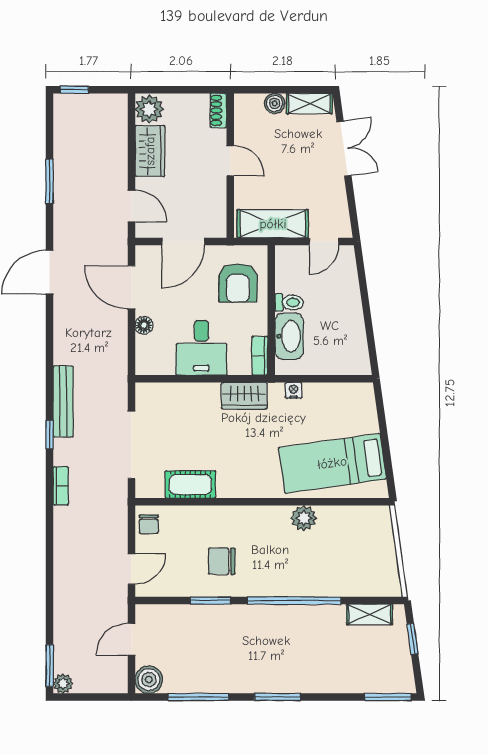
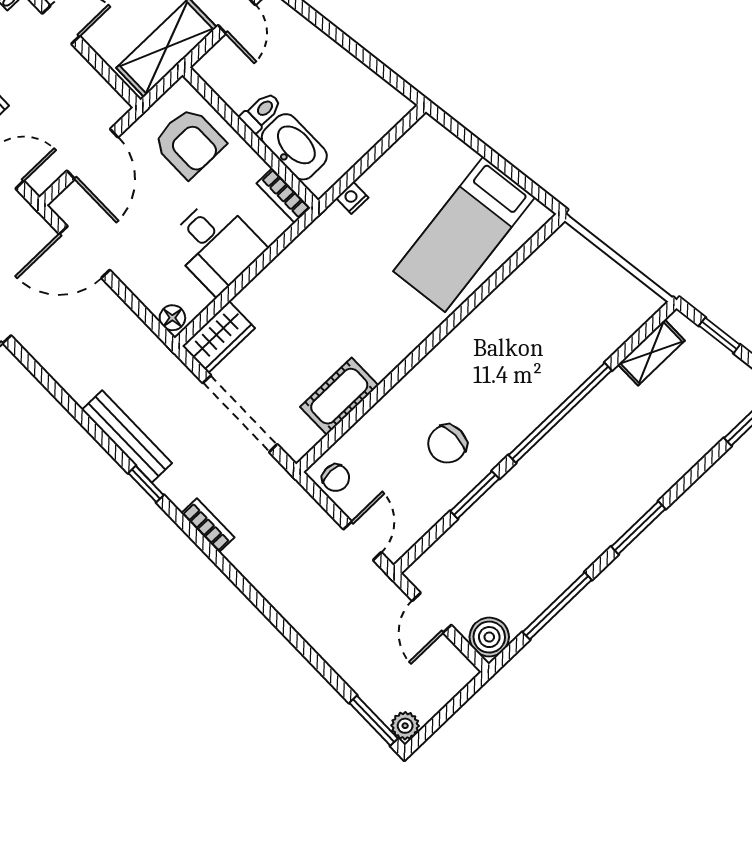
floor lamp: (144, 325) -> (172, 318), moved
wardrobe: (244, 396) -> (219, 337), moved
plant: (304, 518) -> (489, 319), removed

